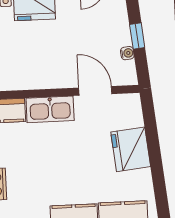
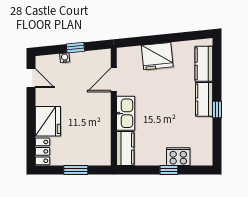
water cooler: (127, 53) -> (65, 58), moved

